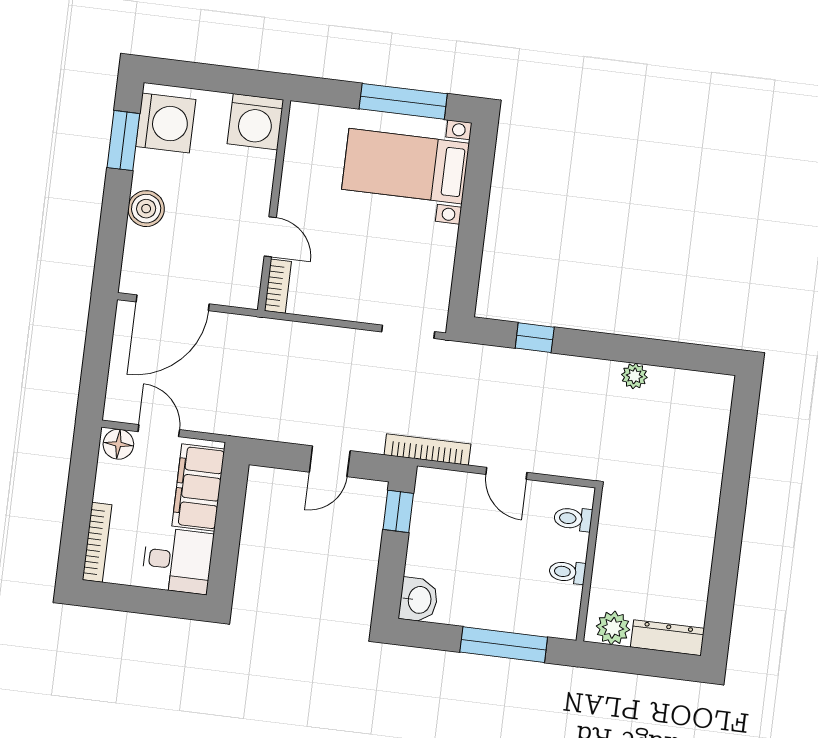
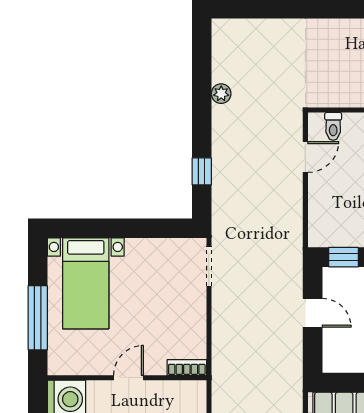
window: (403, 101) -> (38, 318), moved
door: (270, 237) -> (129, 378), moved
bookcase: (427, 449) -> (295, 241), removed
door: (506, 473) -> (305, 157), moved

